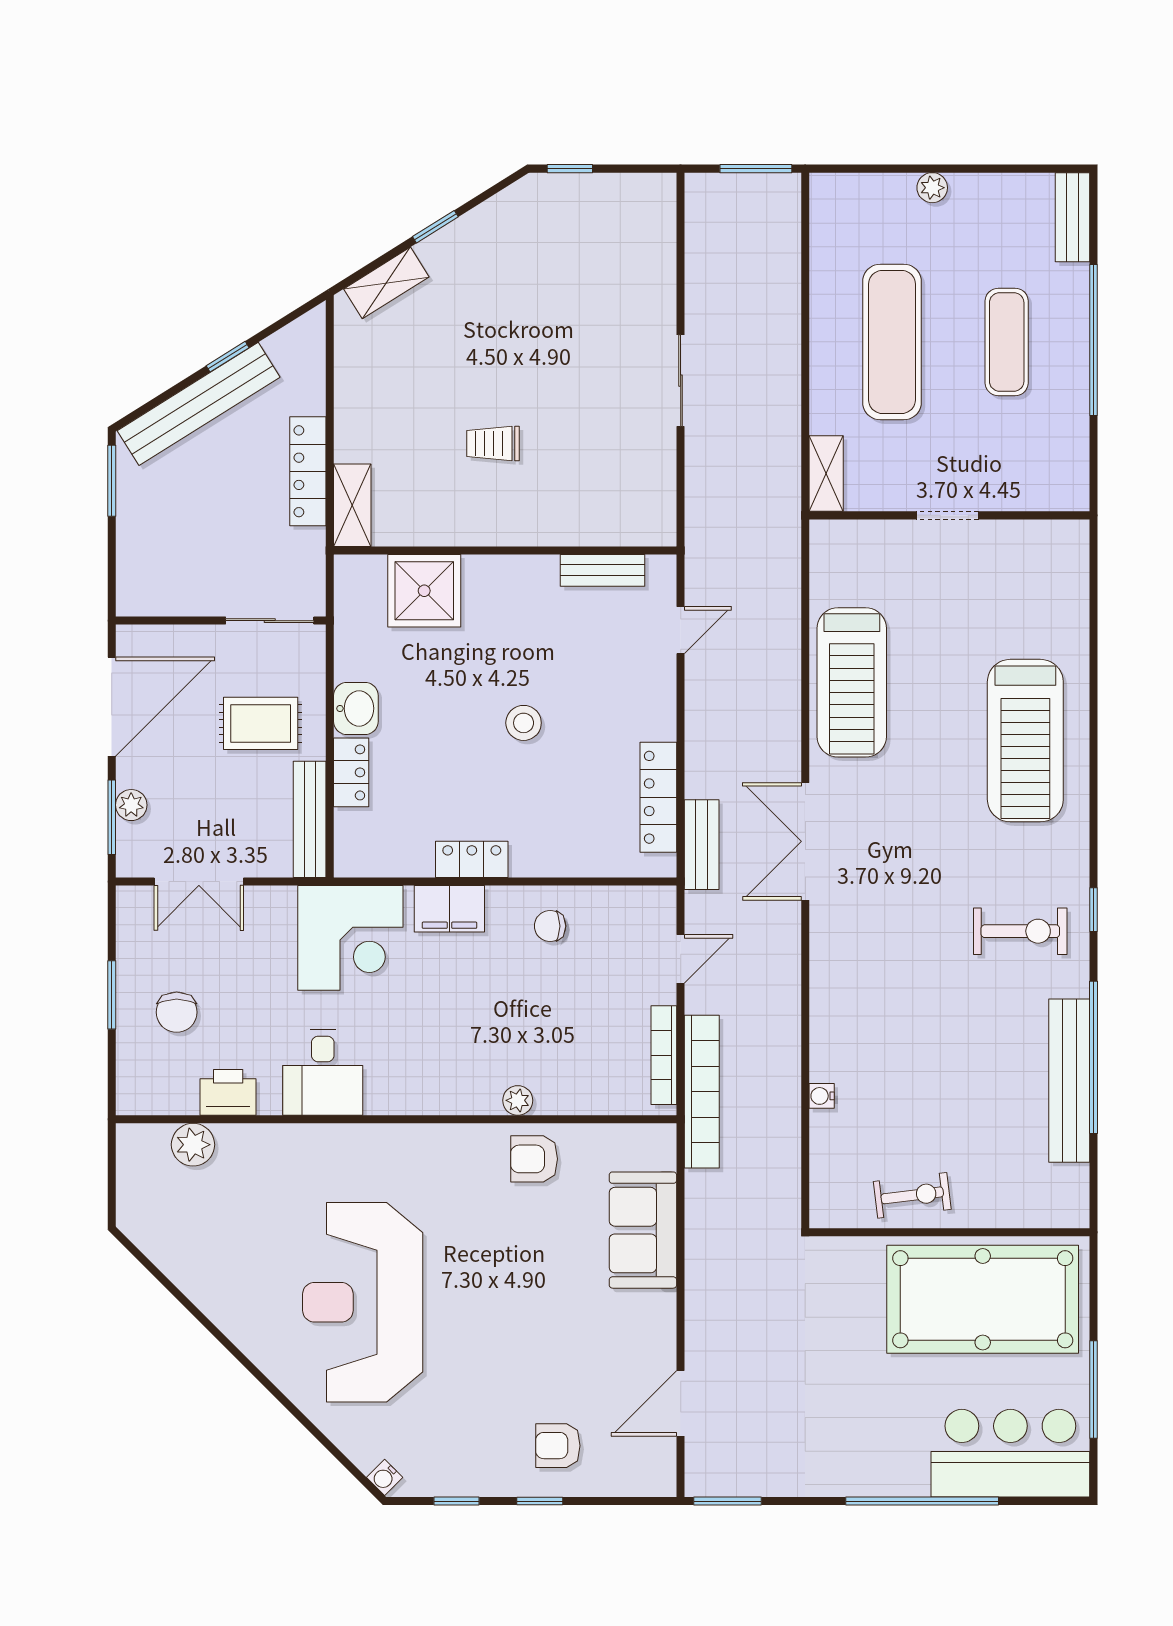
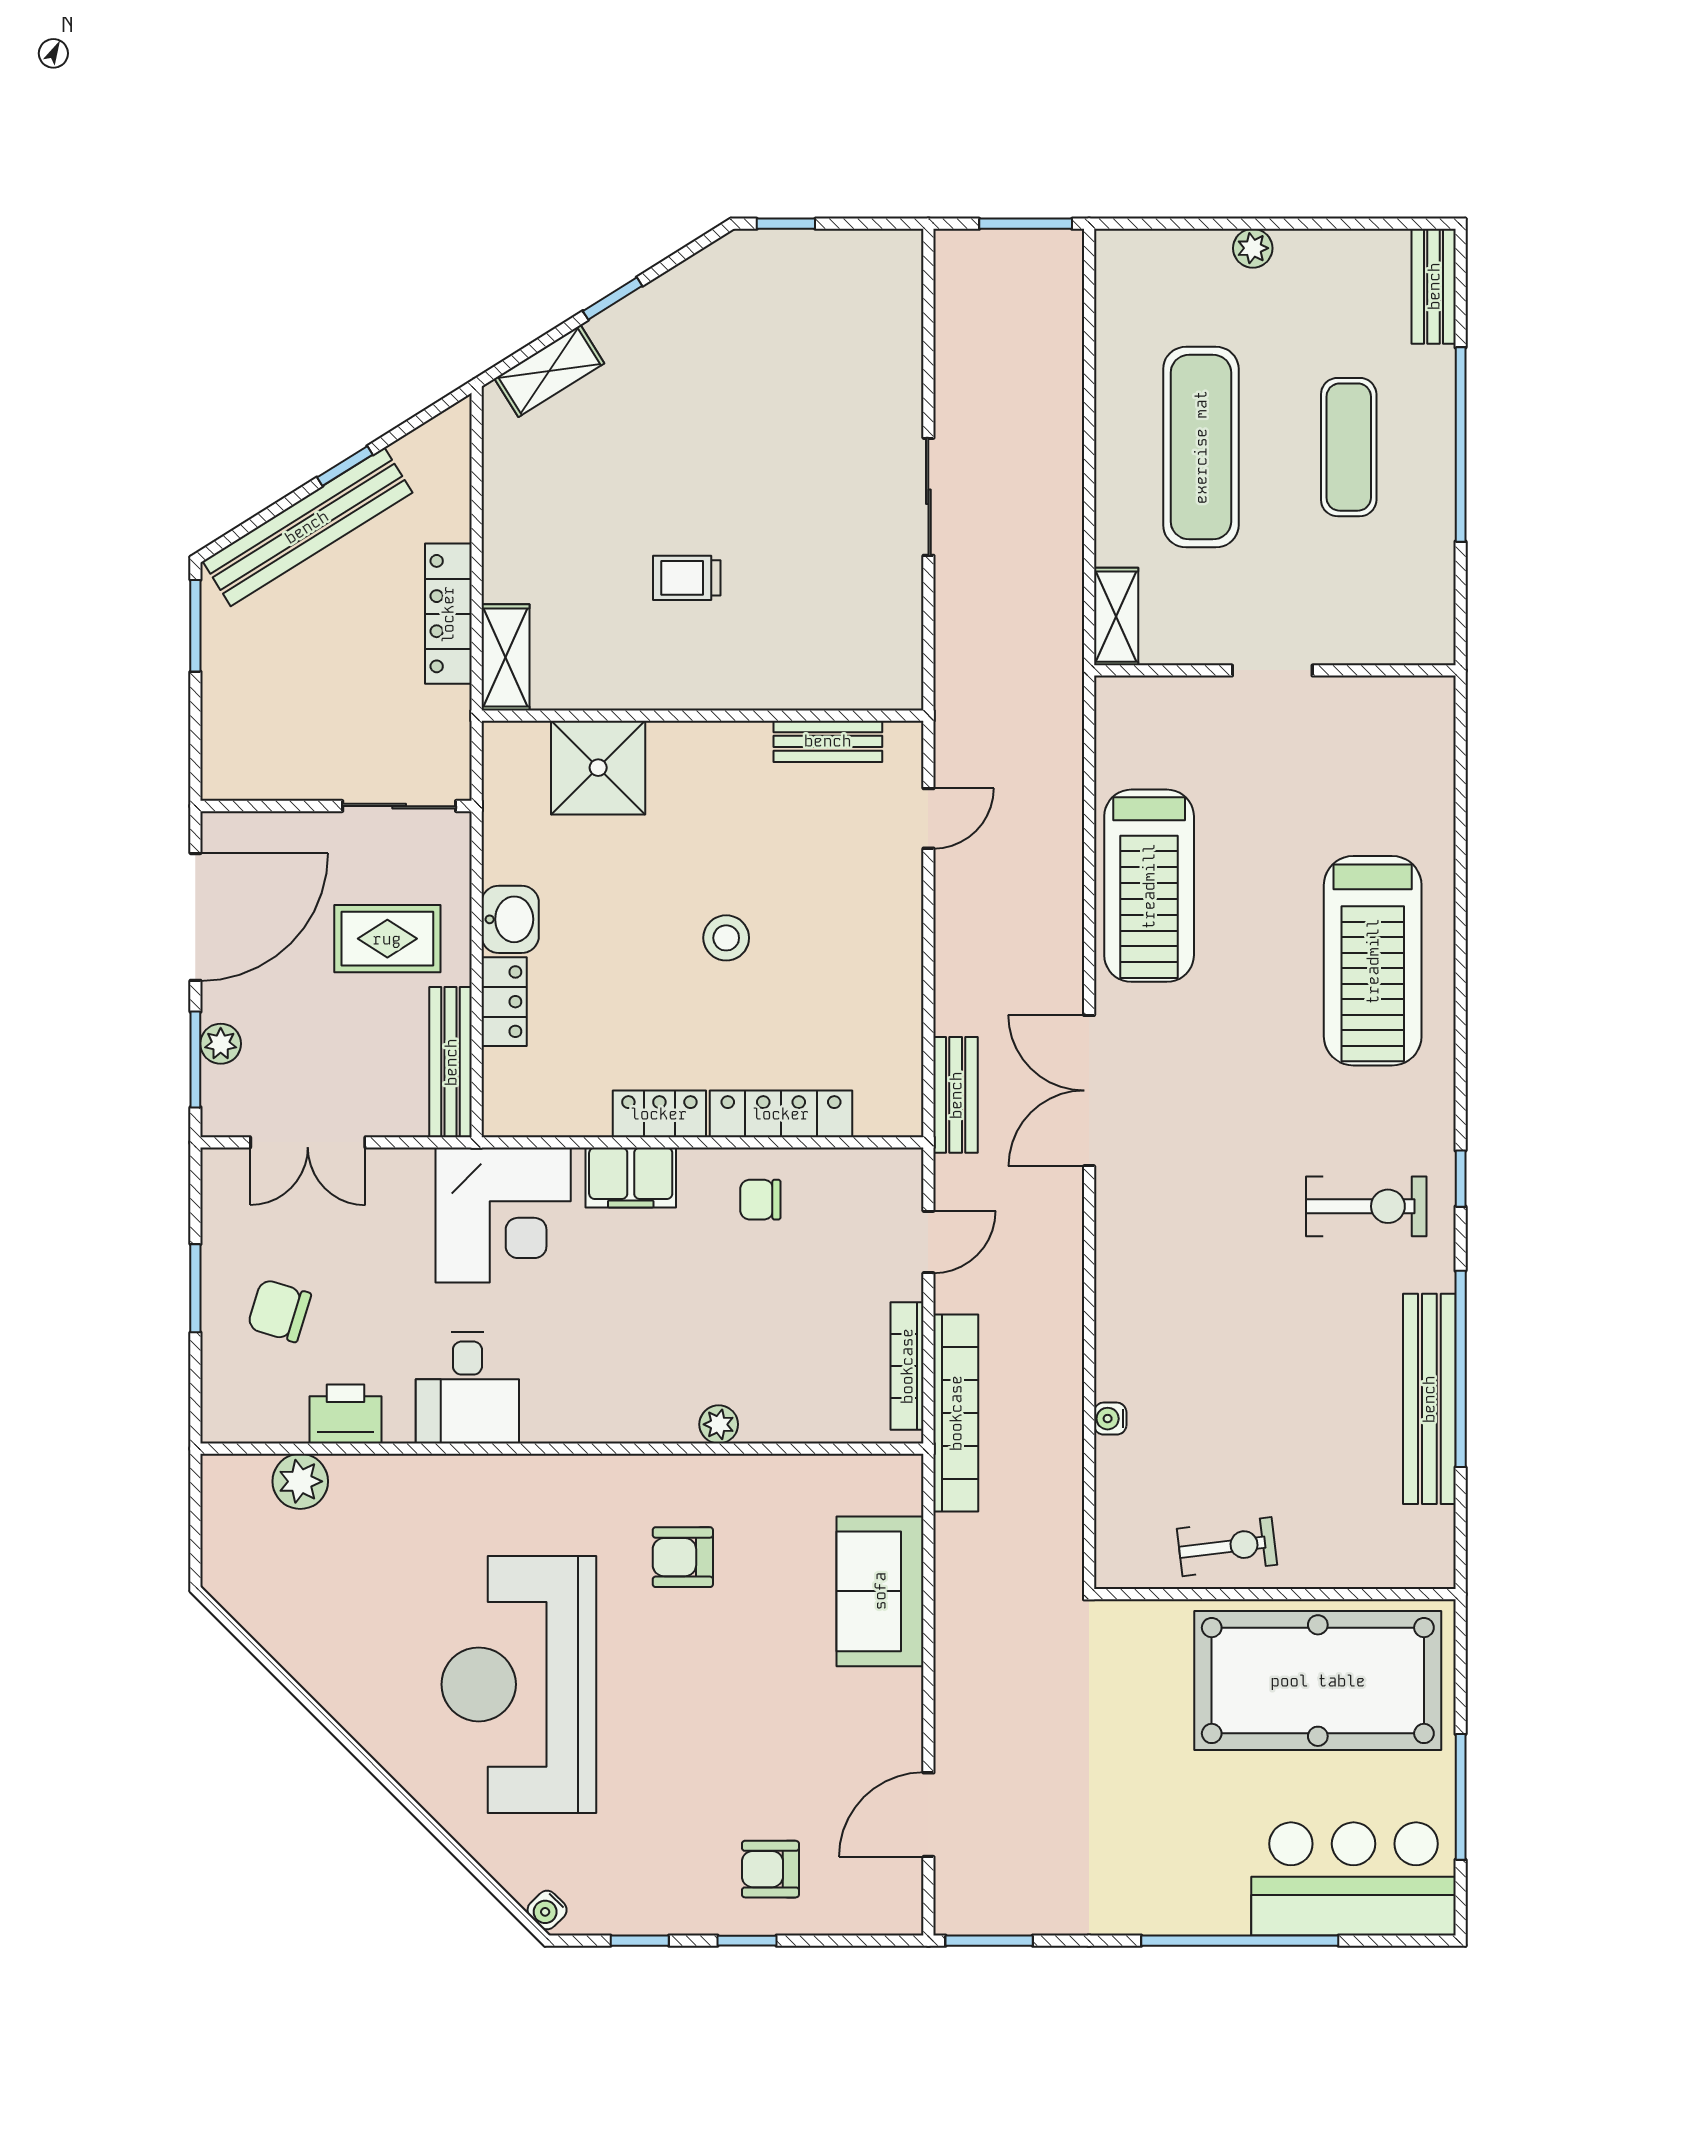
locker: (658, 797) -> (781, 1114), moved, turned 90
chair: (177, 1012) -> (279, 1311), turned 107
armchair: (534, 1159) -> (683, 1557), moved

